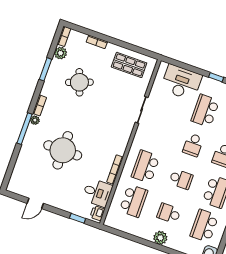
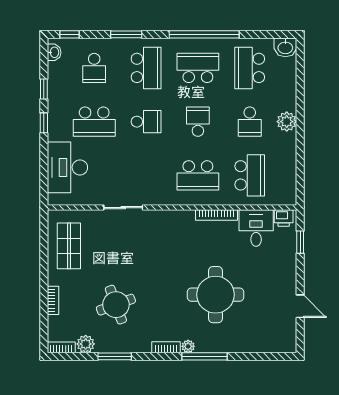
school desk: (133, 201) -> (250, 175), turned 90
school desk: (204, 226) -> (250, 68), turned 90

